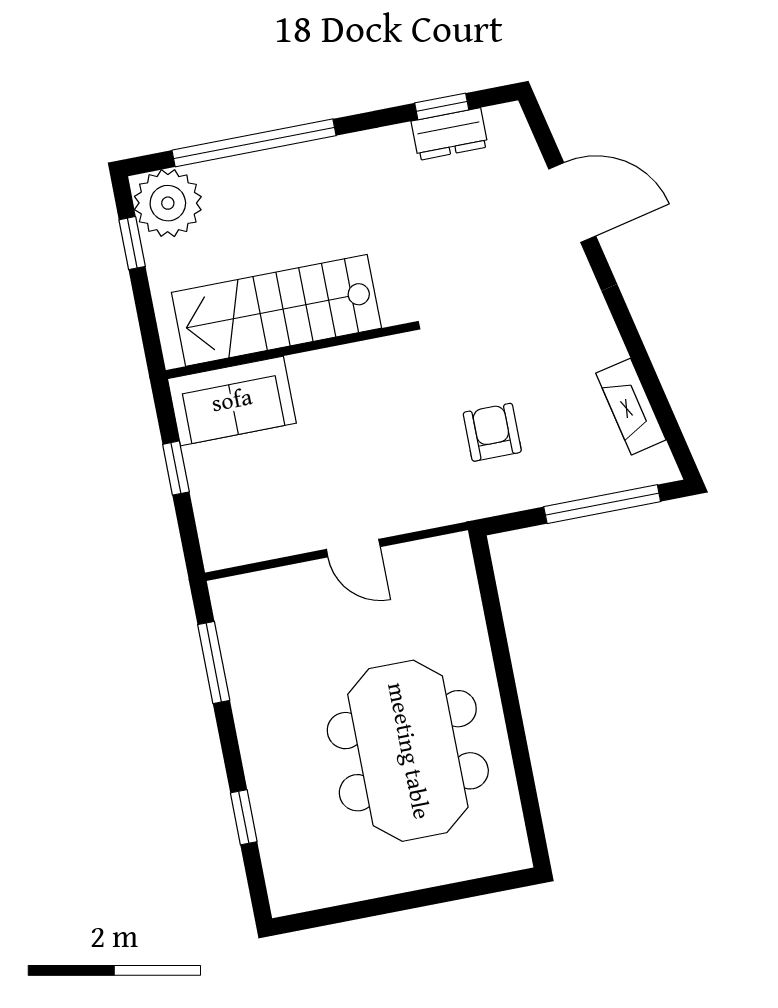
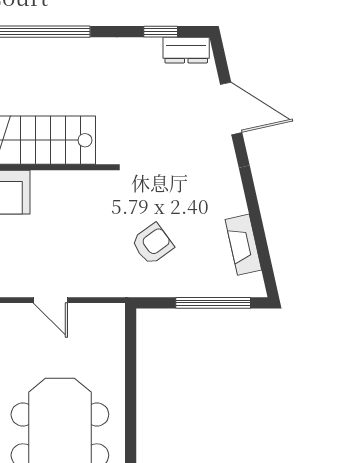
dresser: (450, 134) -> (186, 50), moved
armchair: (492, 432) -> (152, 244), turned 54

